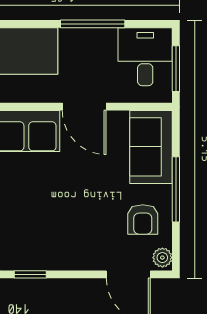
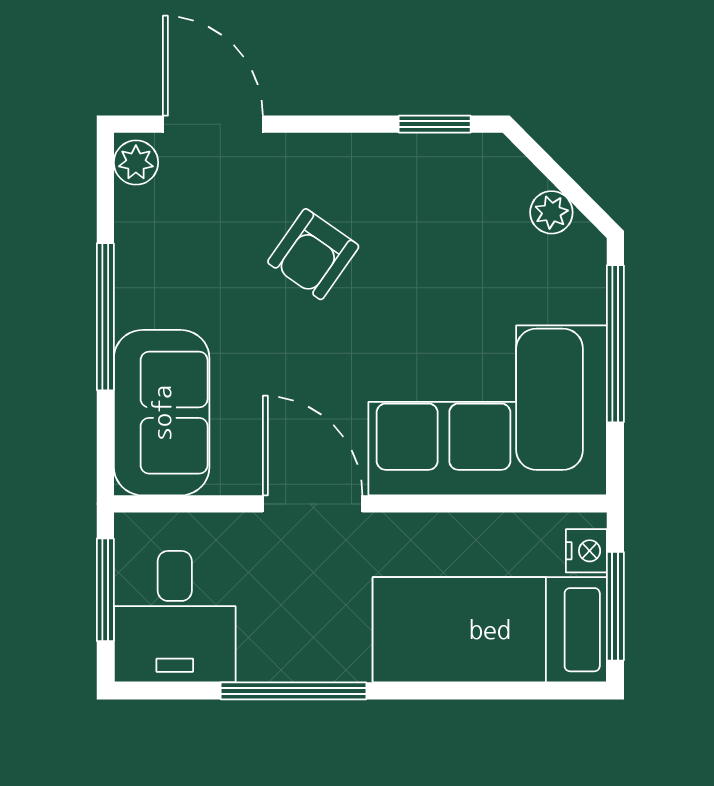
armchair: (143, 219) -> (313, 254), moved, turned -145

